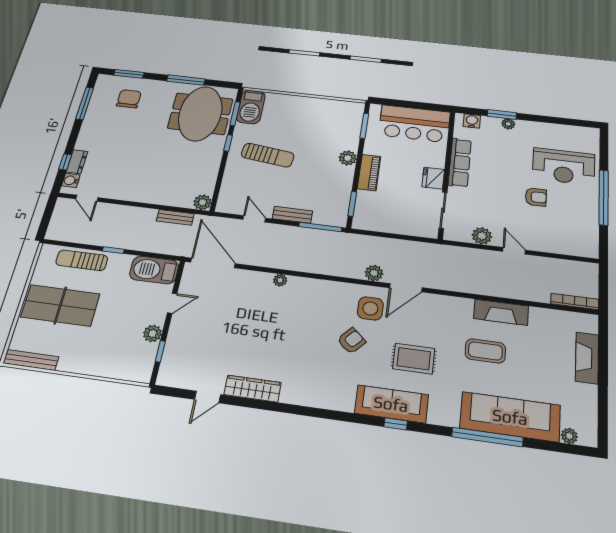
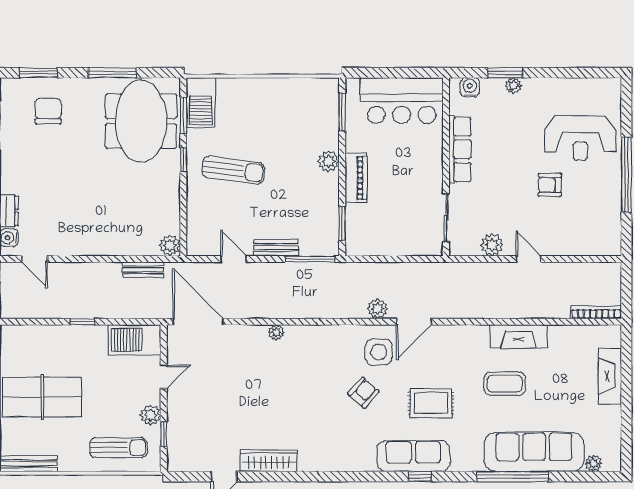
fridge: (433, 178) -> (431, 175), removed
armchair: (536, 197) -> (550, 185), turned 180
sun lounger: (82, 260) -> (119, 448), moved, turned 180

